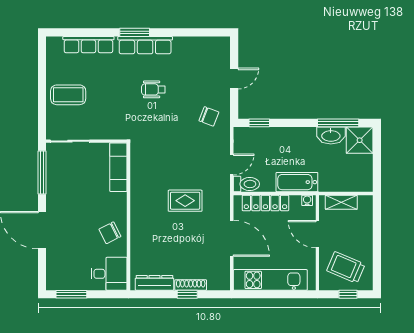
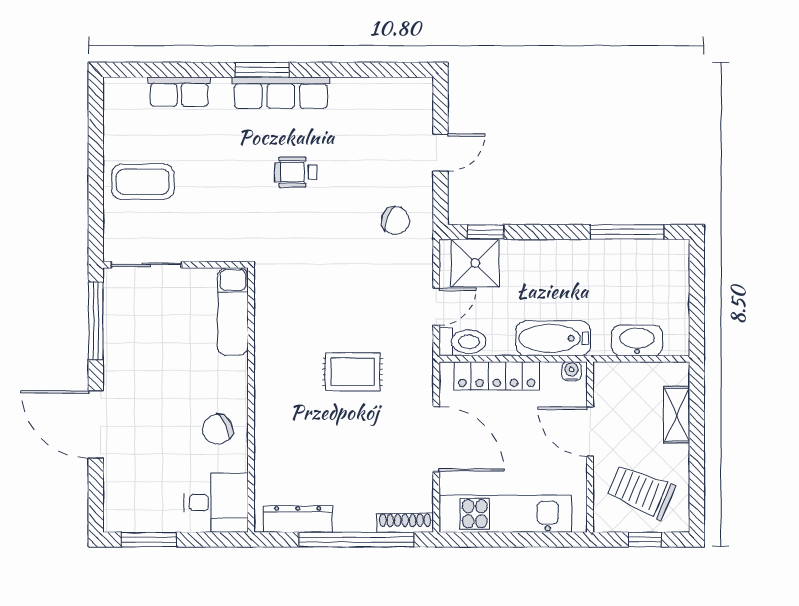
row of seats: (88, 45) -> (179, 92), width x0.68
washbasin: (331, 135) -> (637, 340), moved, turned 180
shower: (360, 140) -> (475, 263), moved
shelving: (341, 202) -> (677, 415), moved, turned 90
shoe rack: (191, 285) -> (405, 523), moved
window: (187, 294) -> (356, 540), width x3.17

